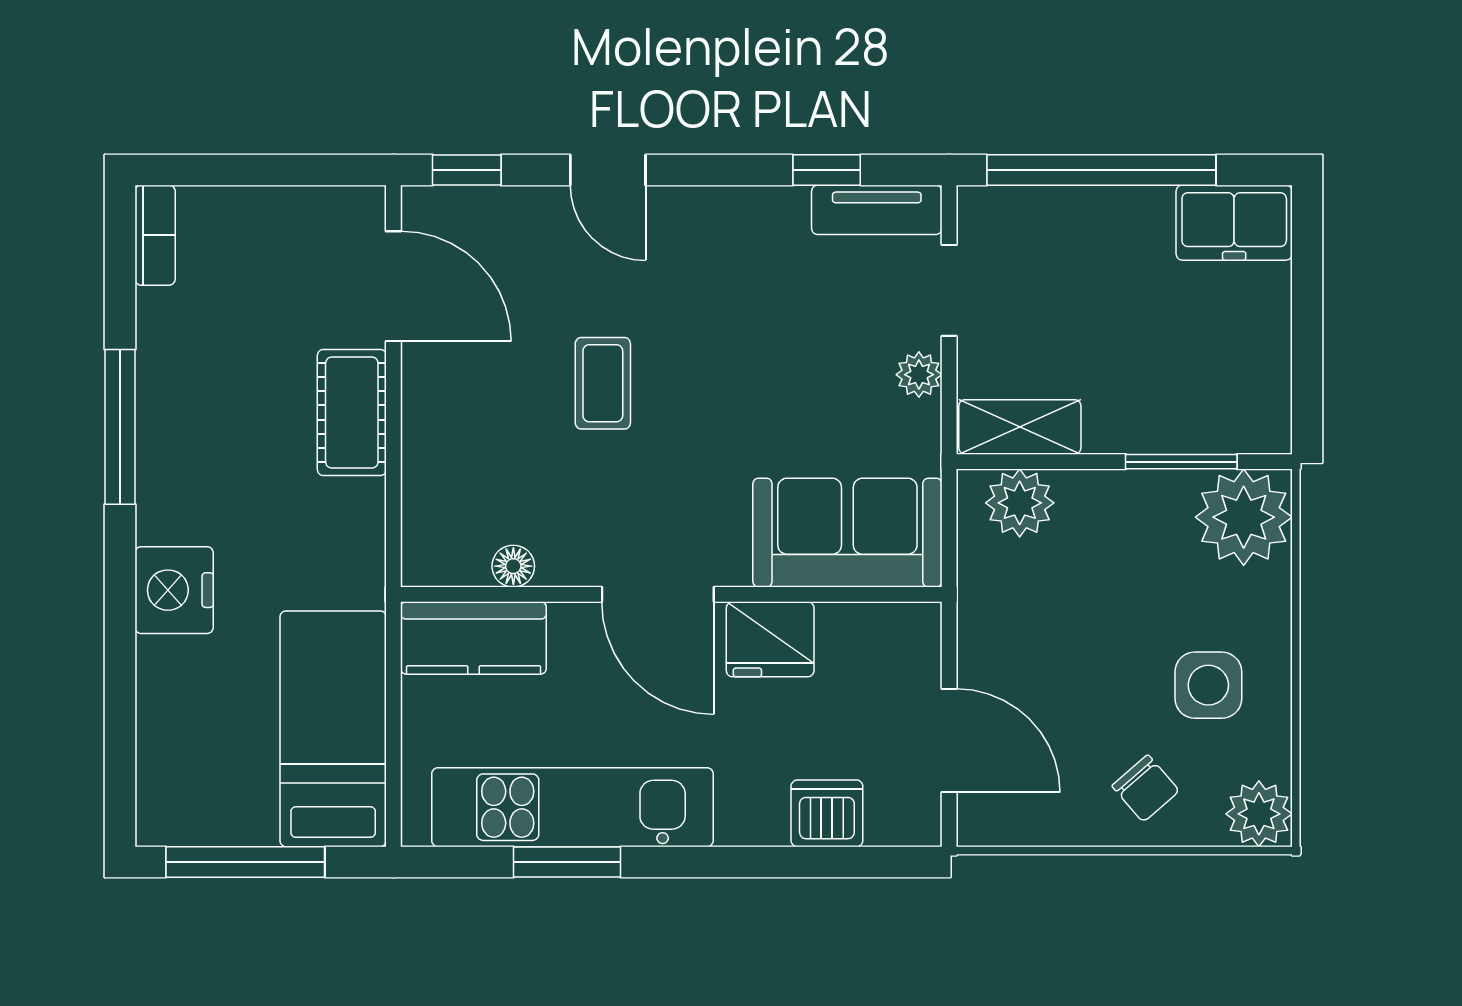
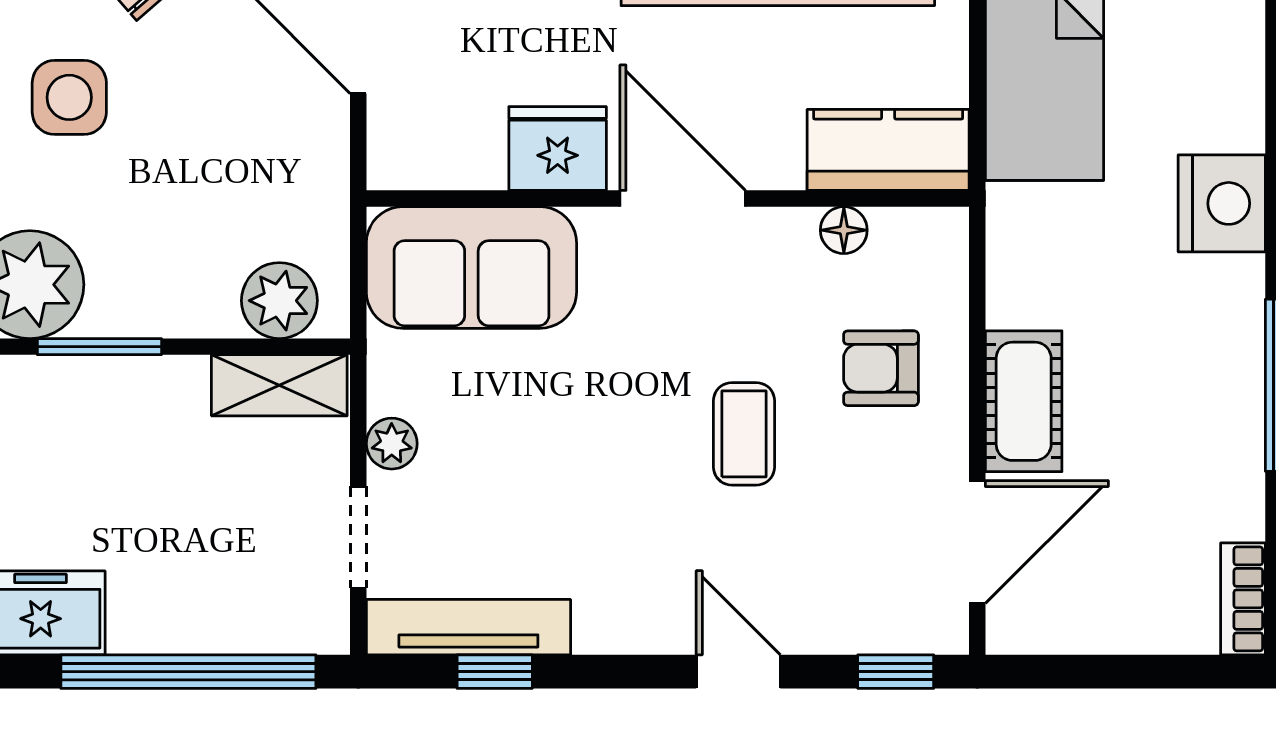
tv unit: (877, 210) -> (468, 627), width x1.41
door: (393, 286) -> (977, 542), swing flipped
armchair: (480, 442) -> (881, 368), added

